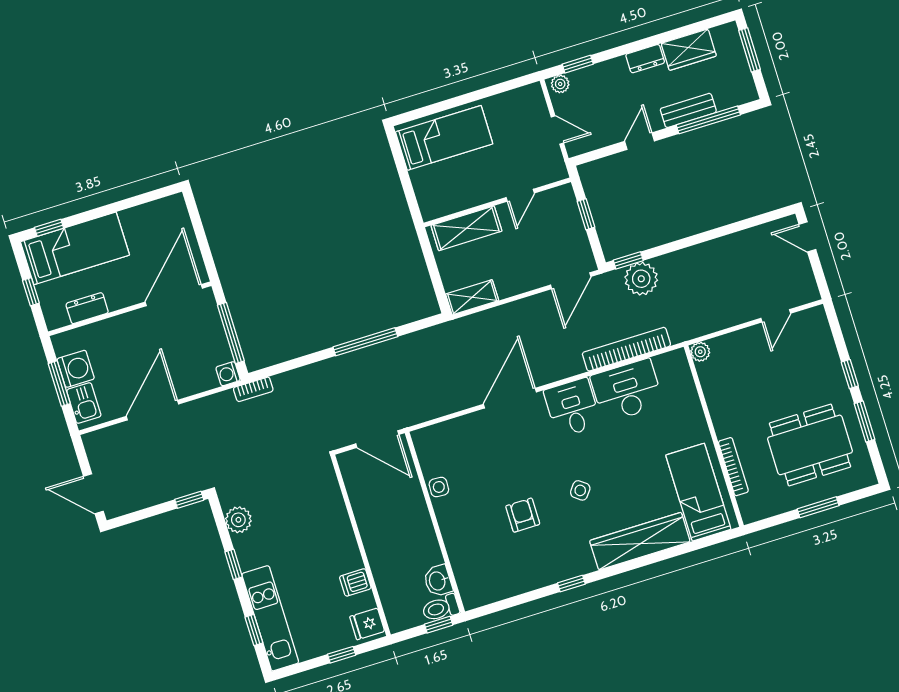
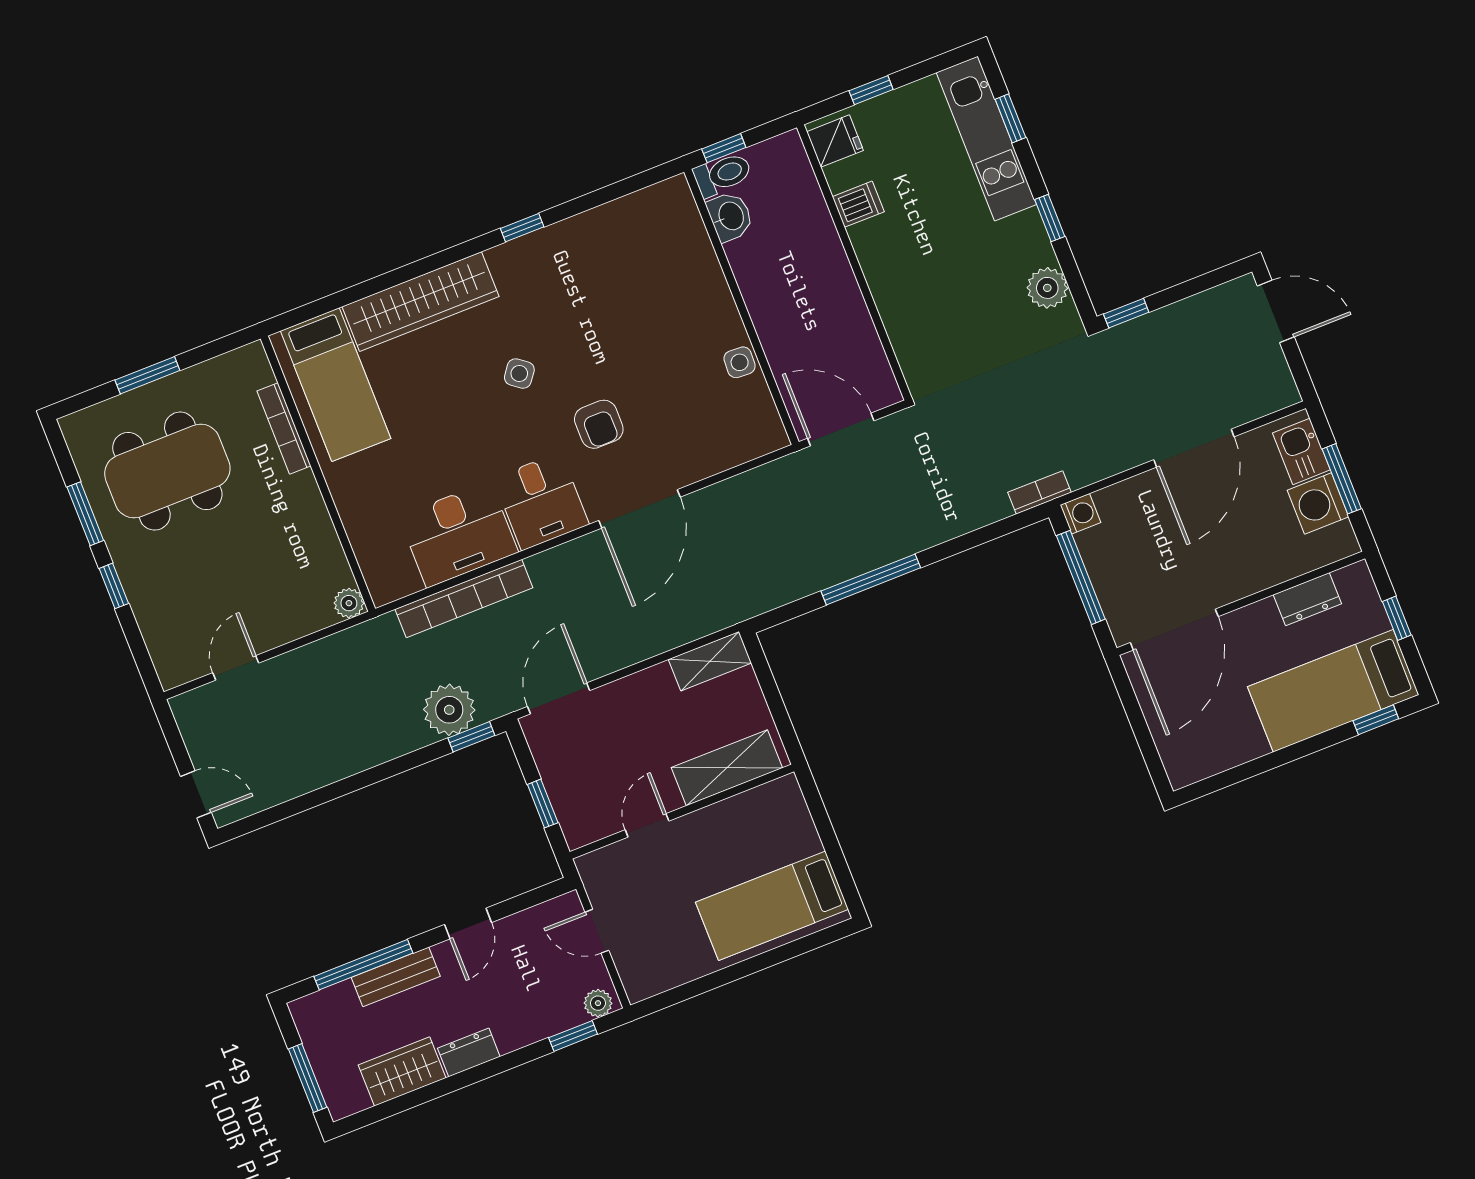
armchair: (523, 515) -> (599, 424), moved

